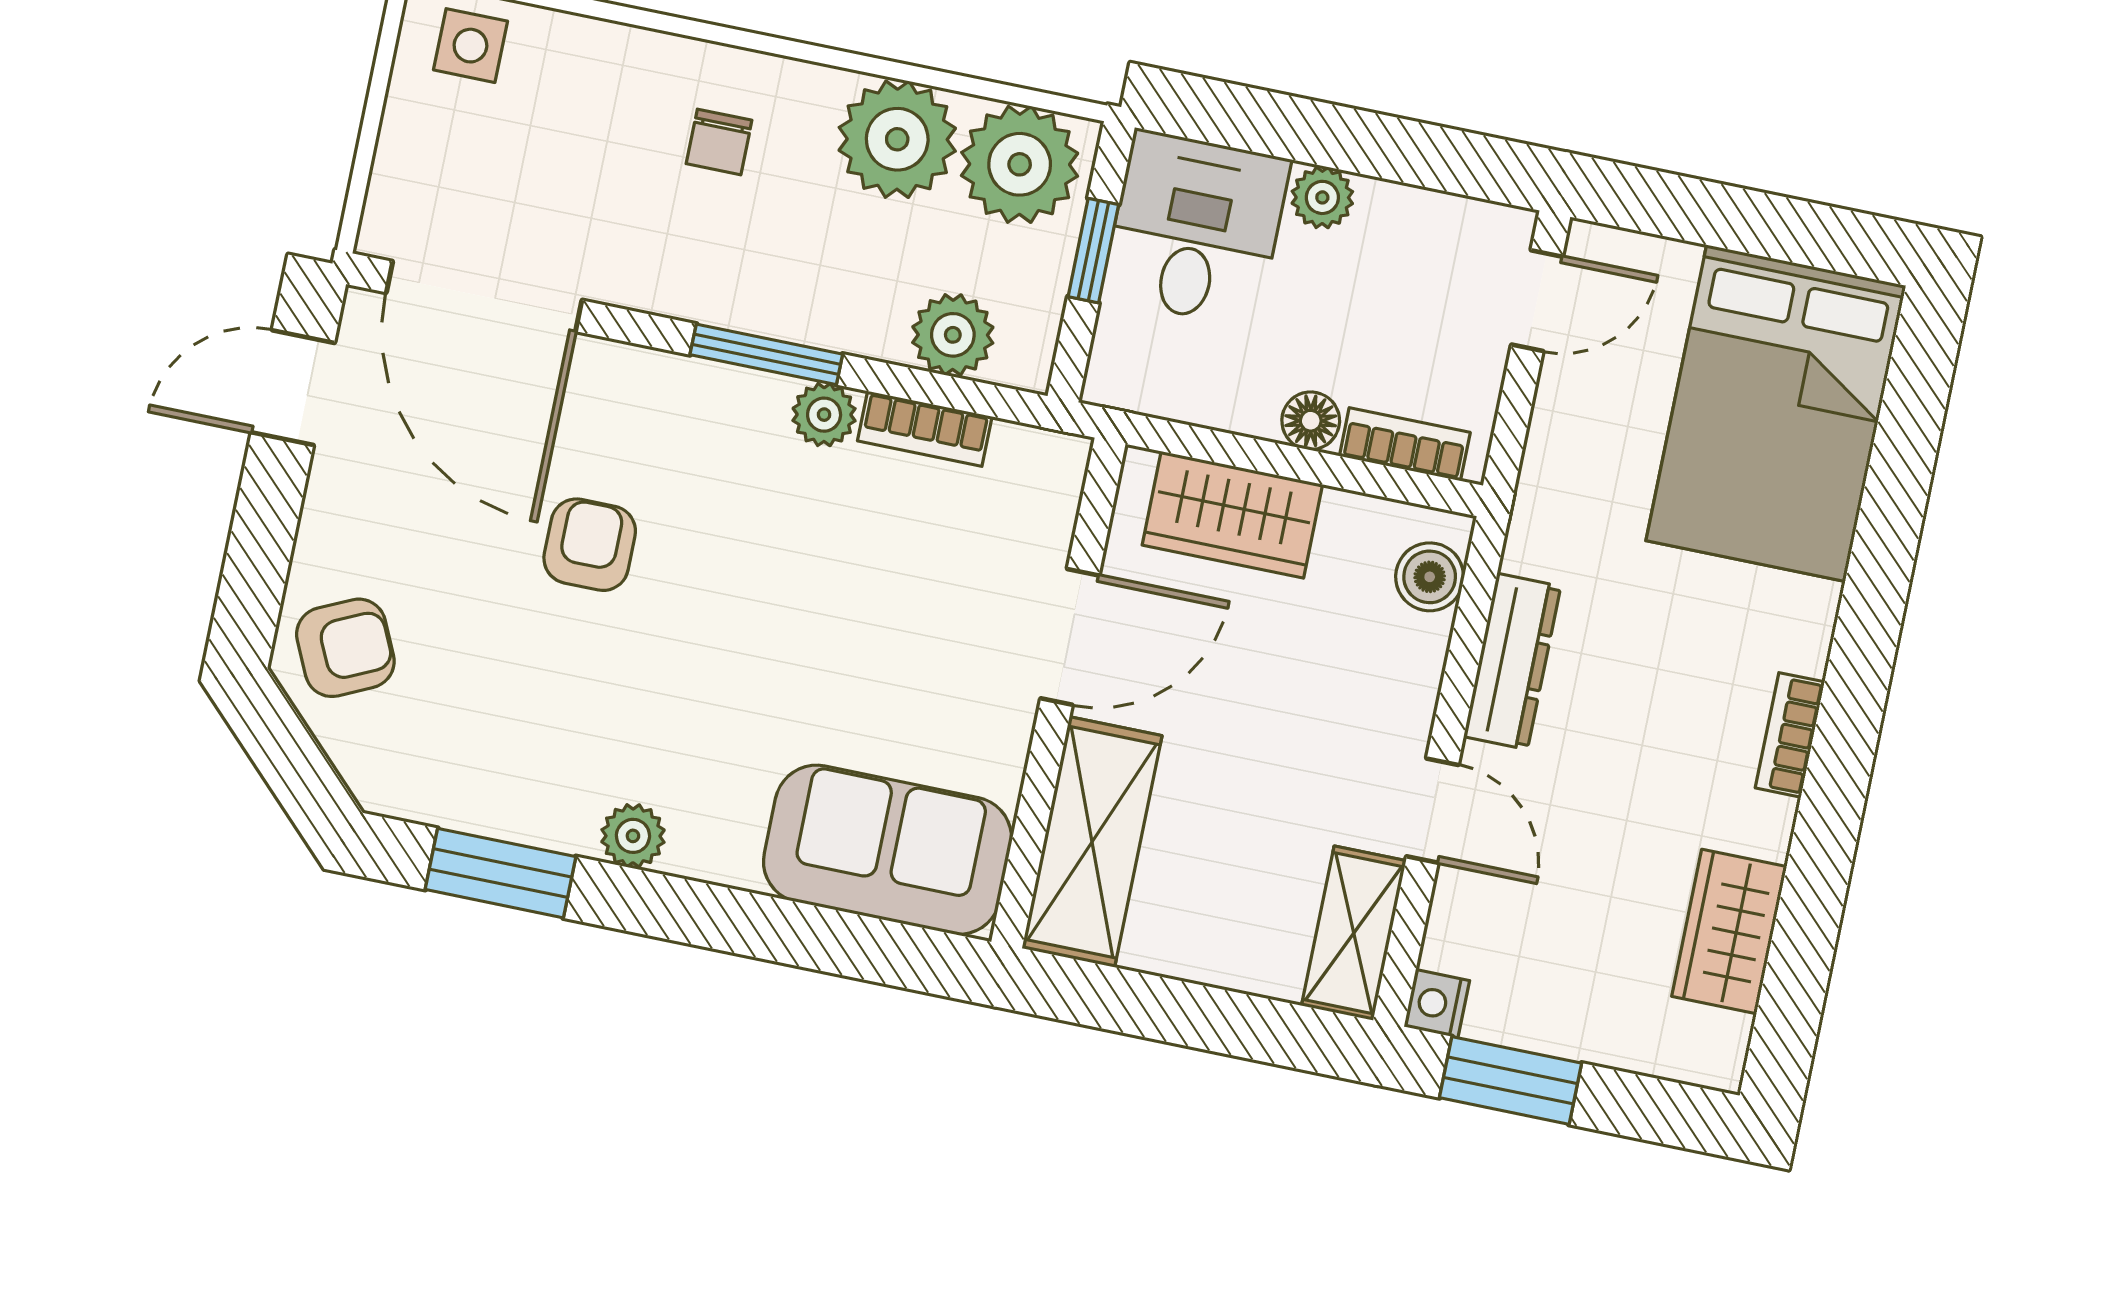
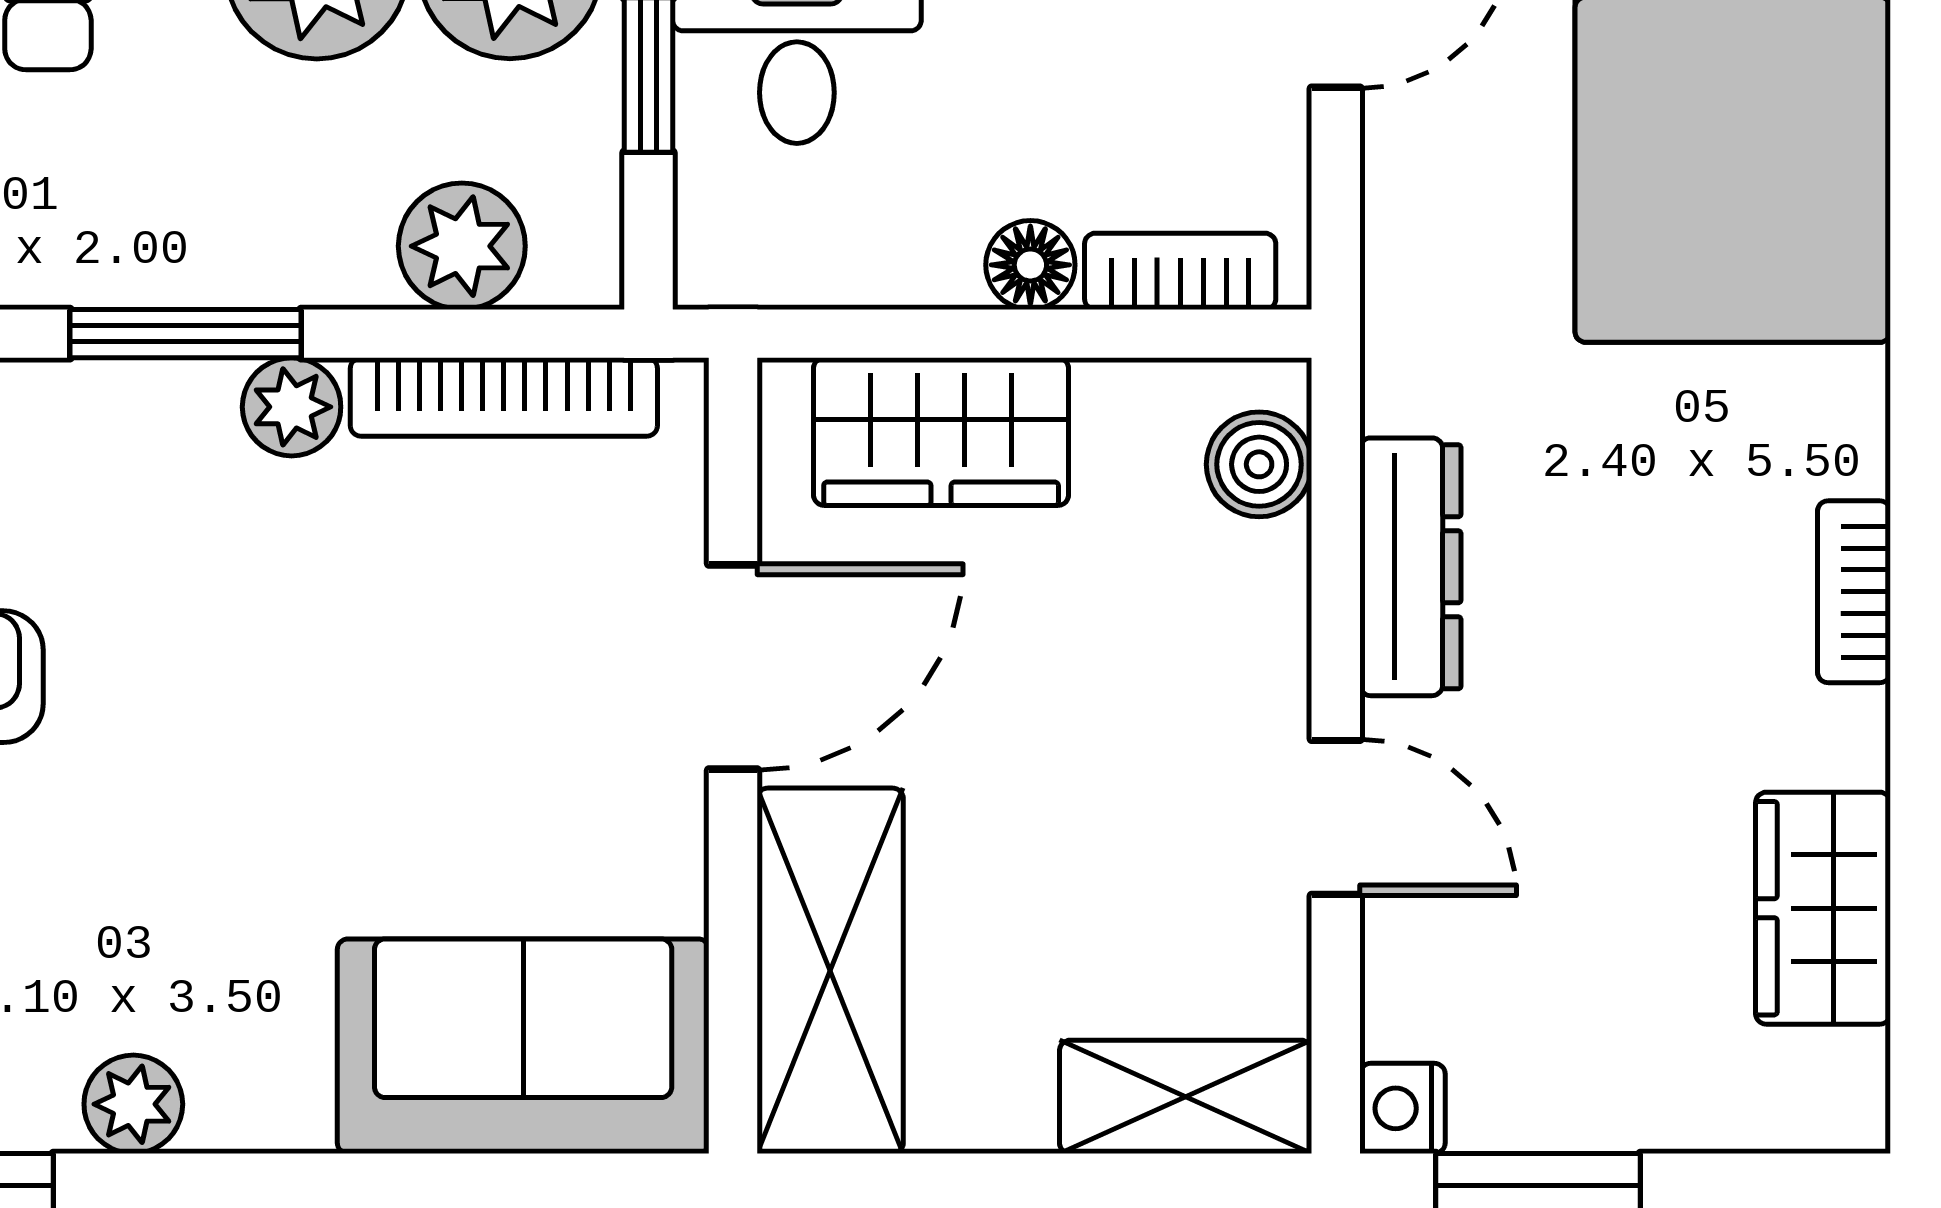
bookcase: (925, 429) -> (504, 397), width x1.56
shelving: (1354, 933) -> (1186, 1097), moved, turned 90

